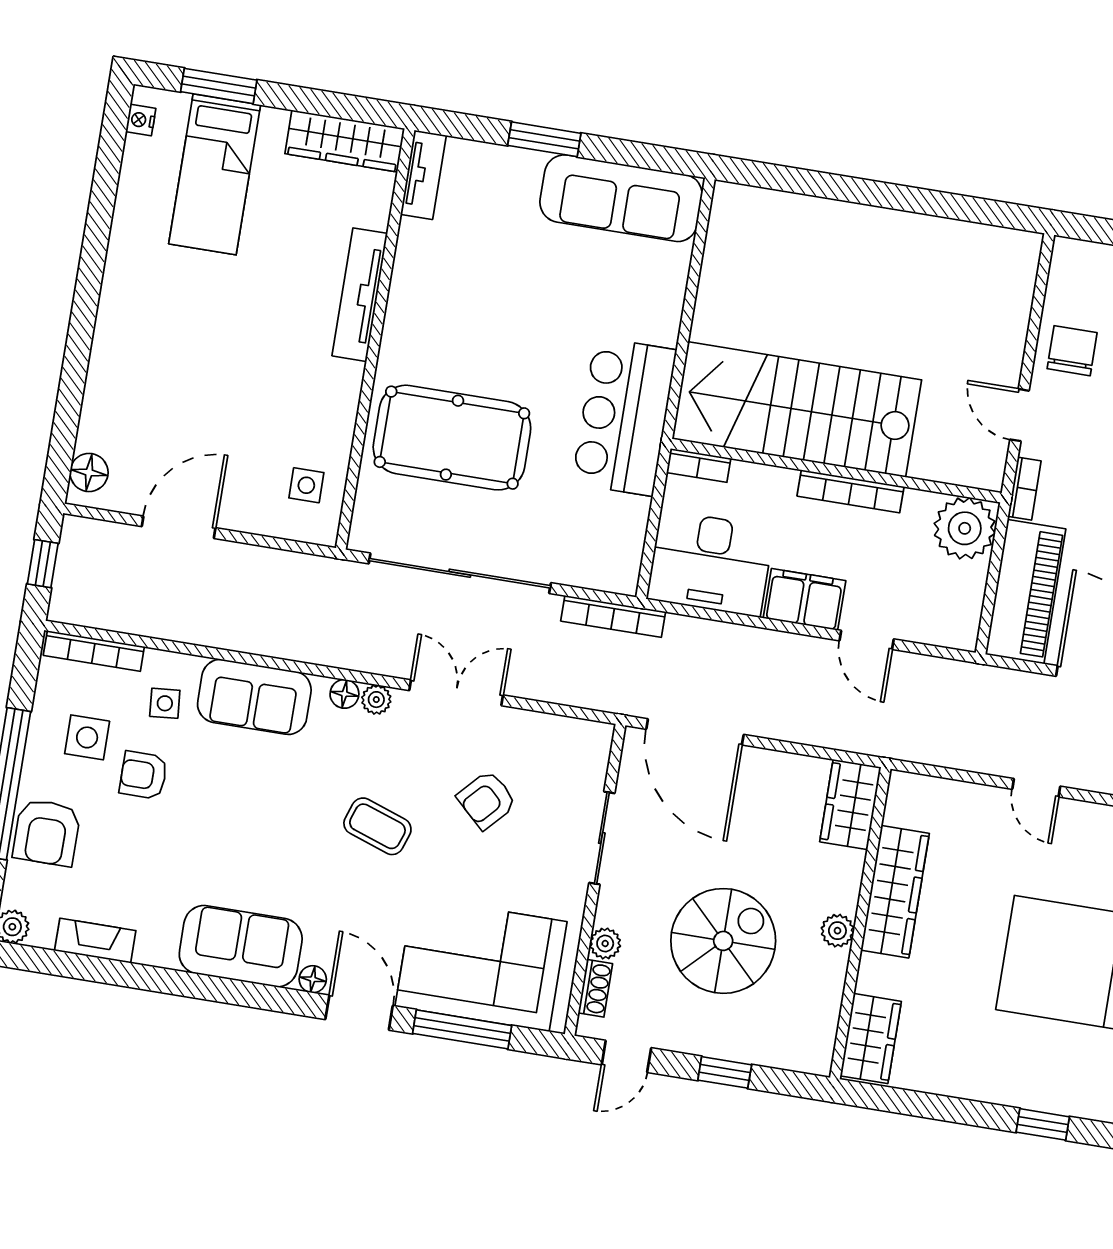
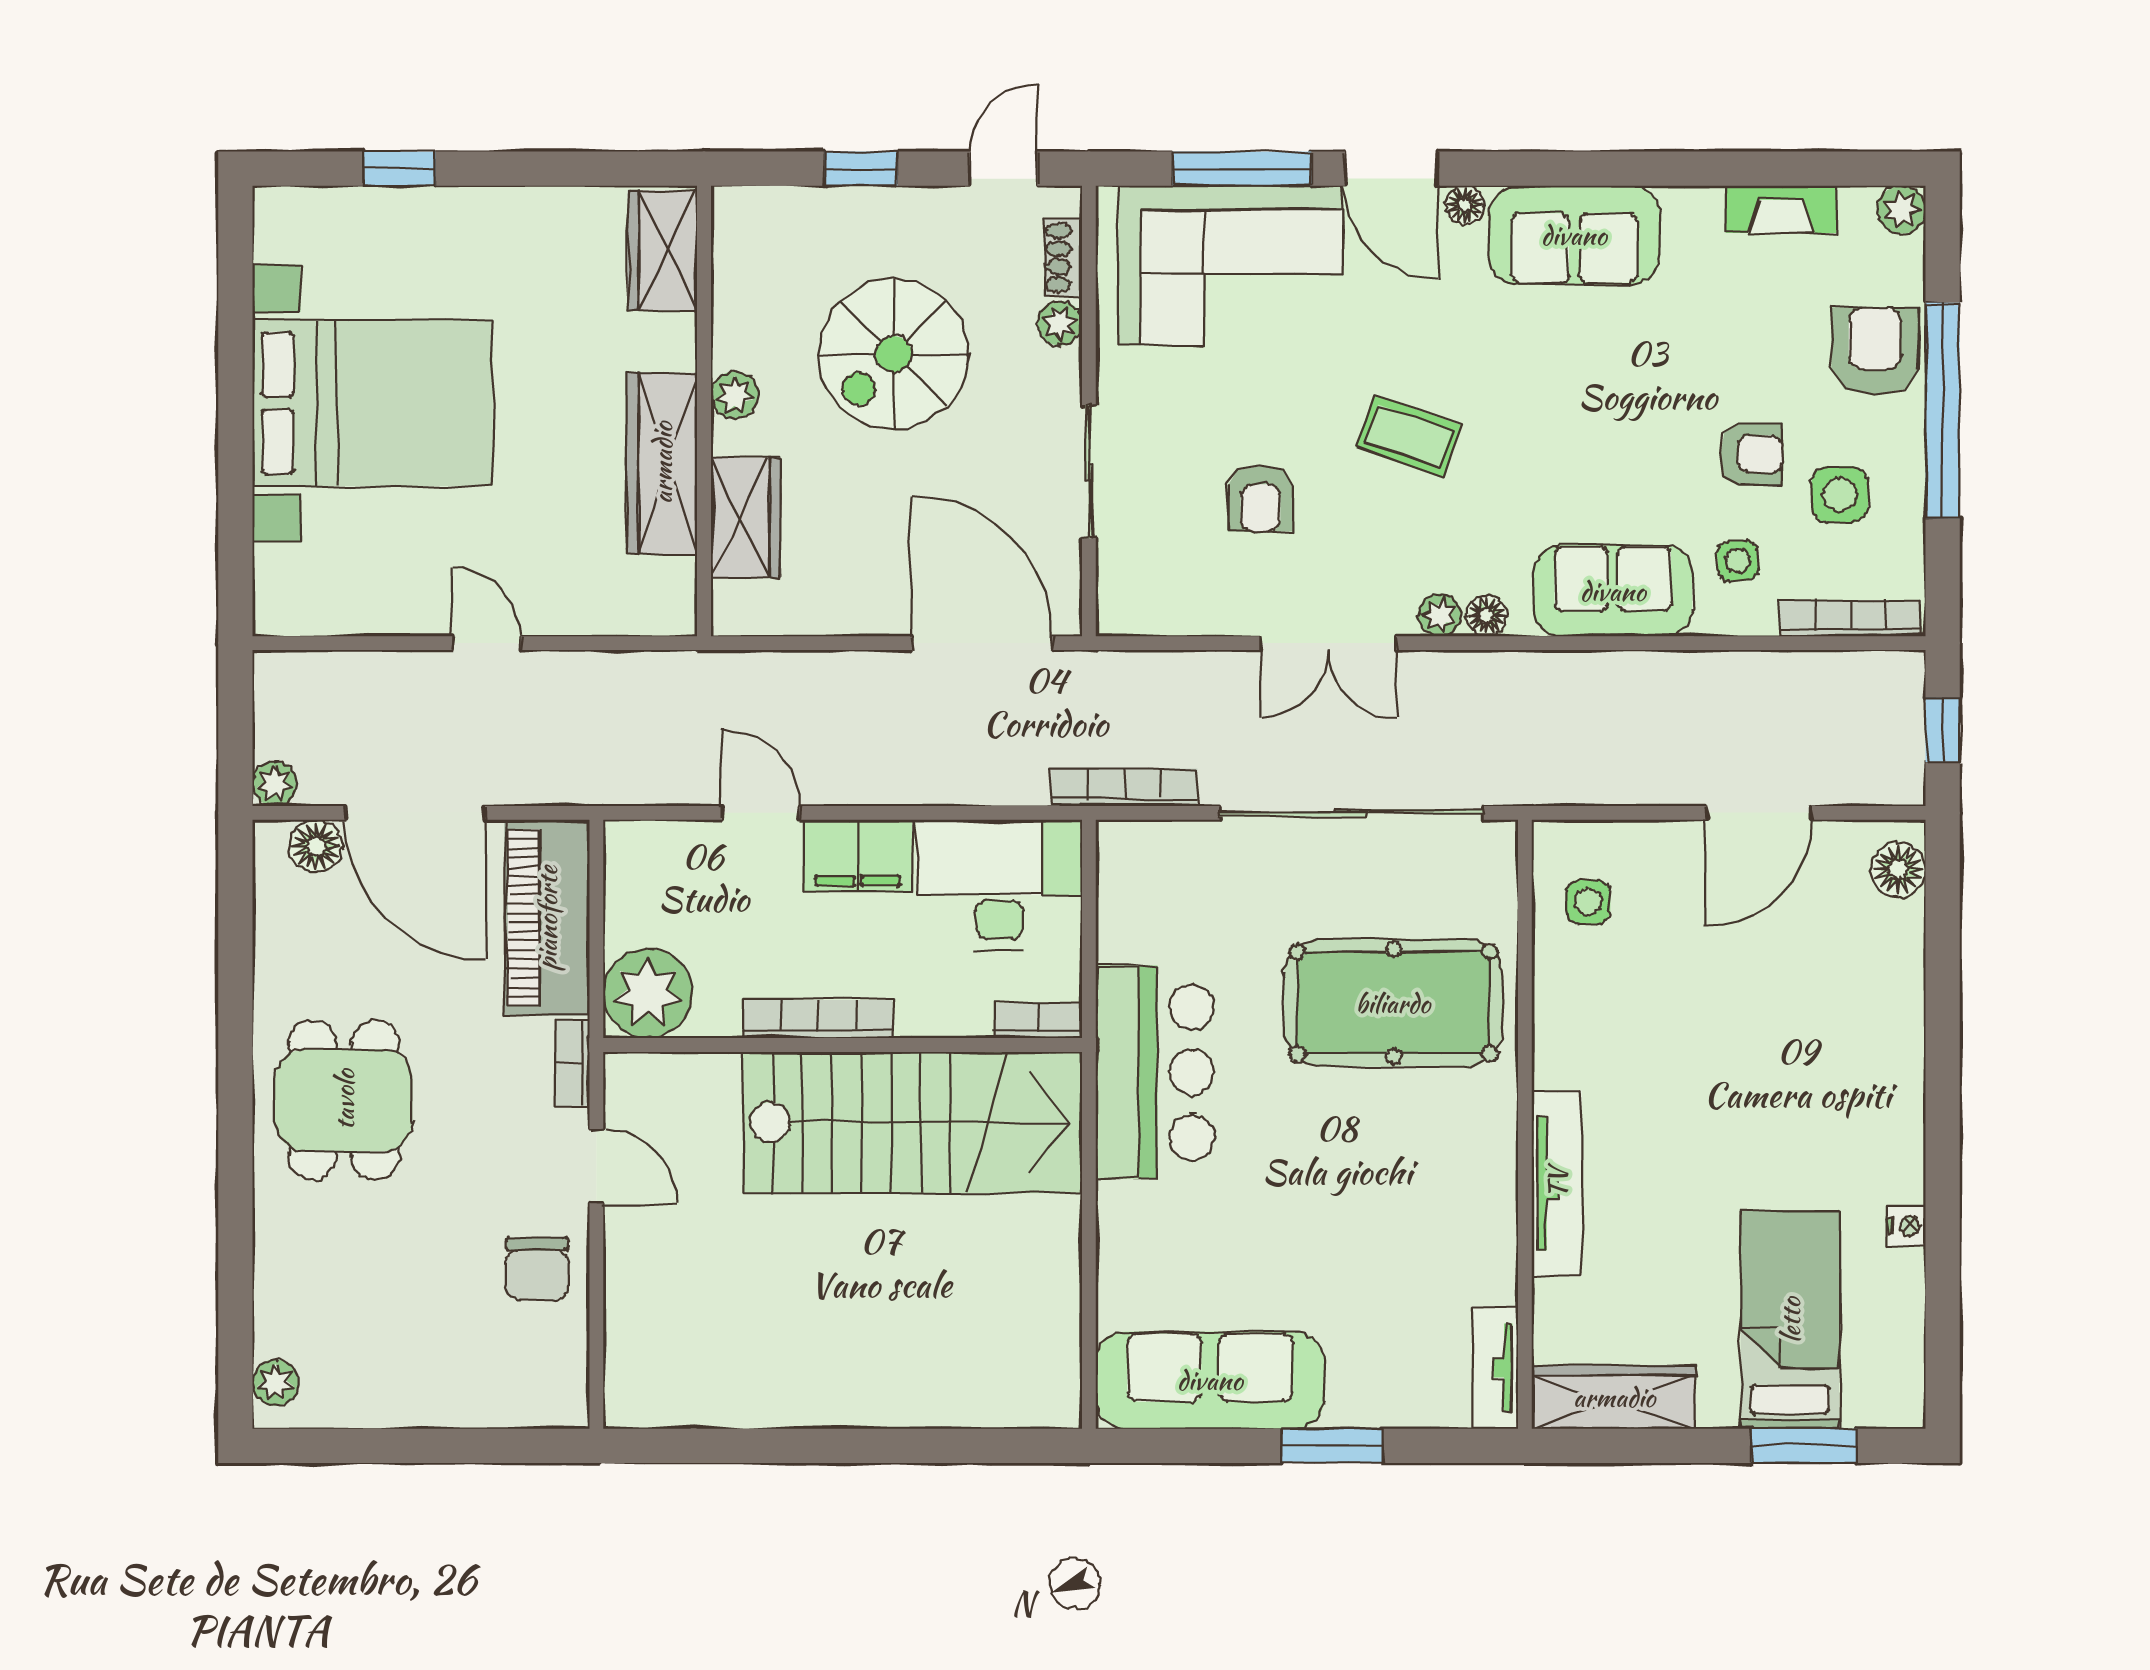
nightstand: (141, 120) -> (1907, 1226), moved
armchair: (487, 800) -> (1261, 499), turned 137
wardrobe: (850, 804) -> (745, 518), moved

